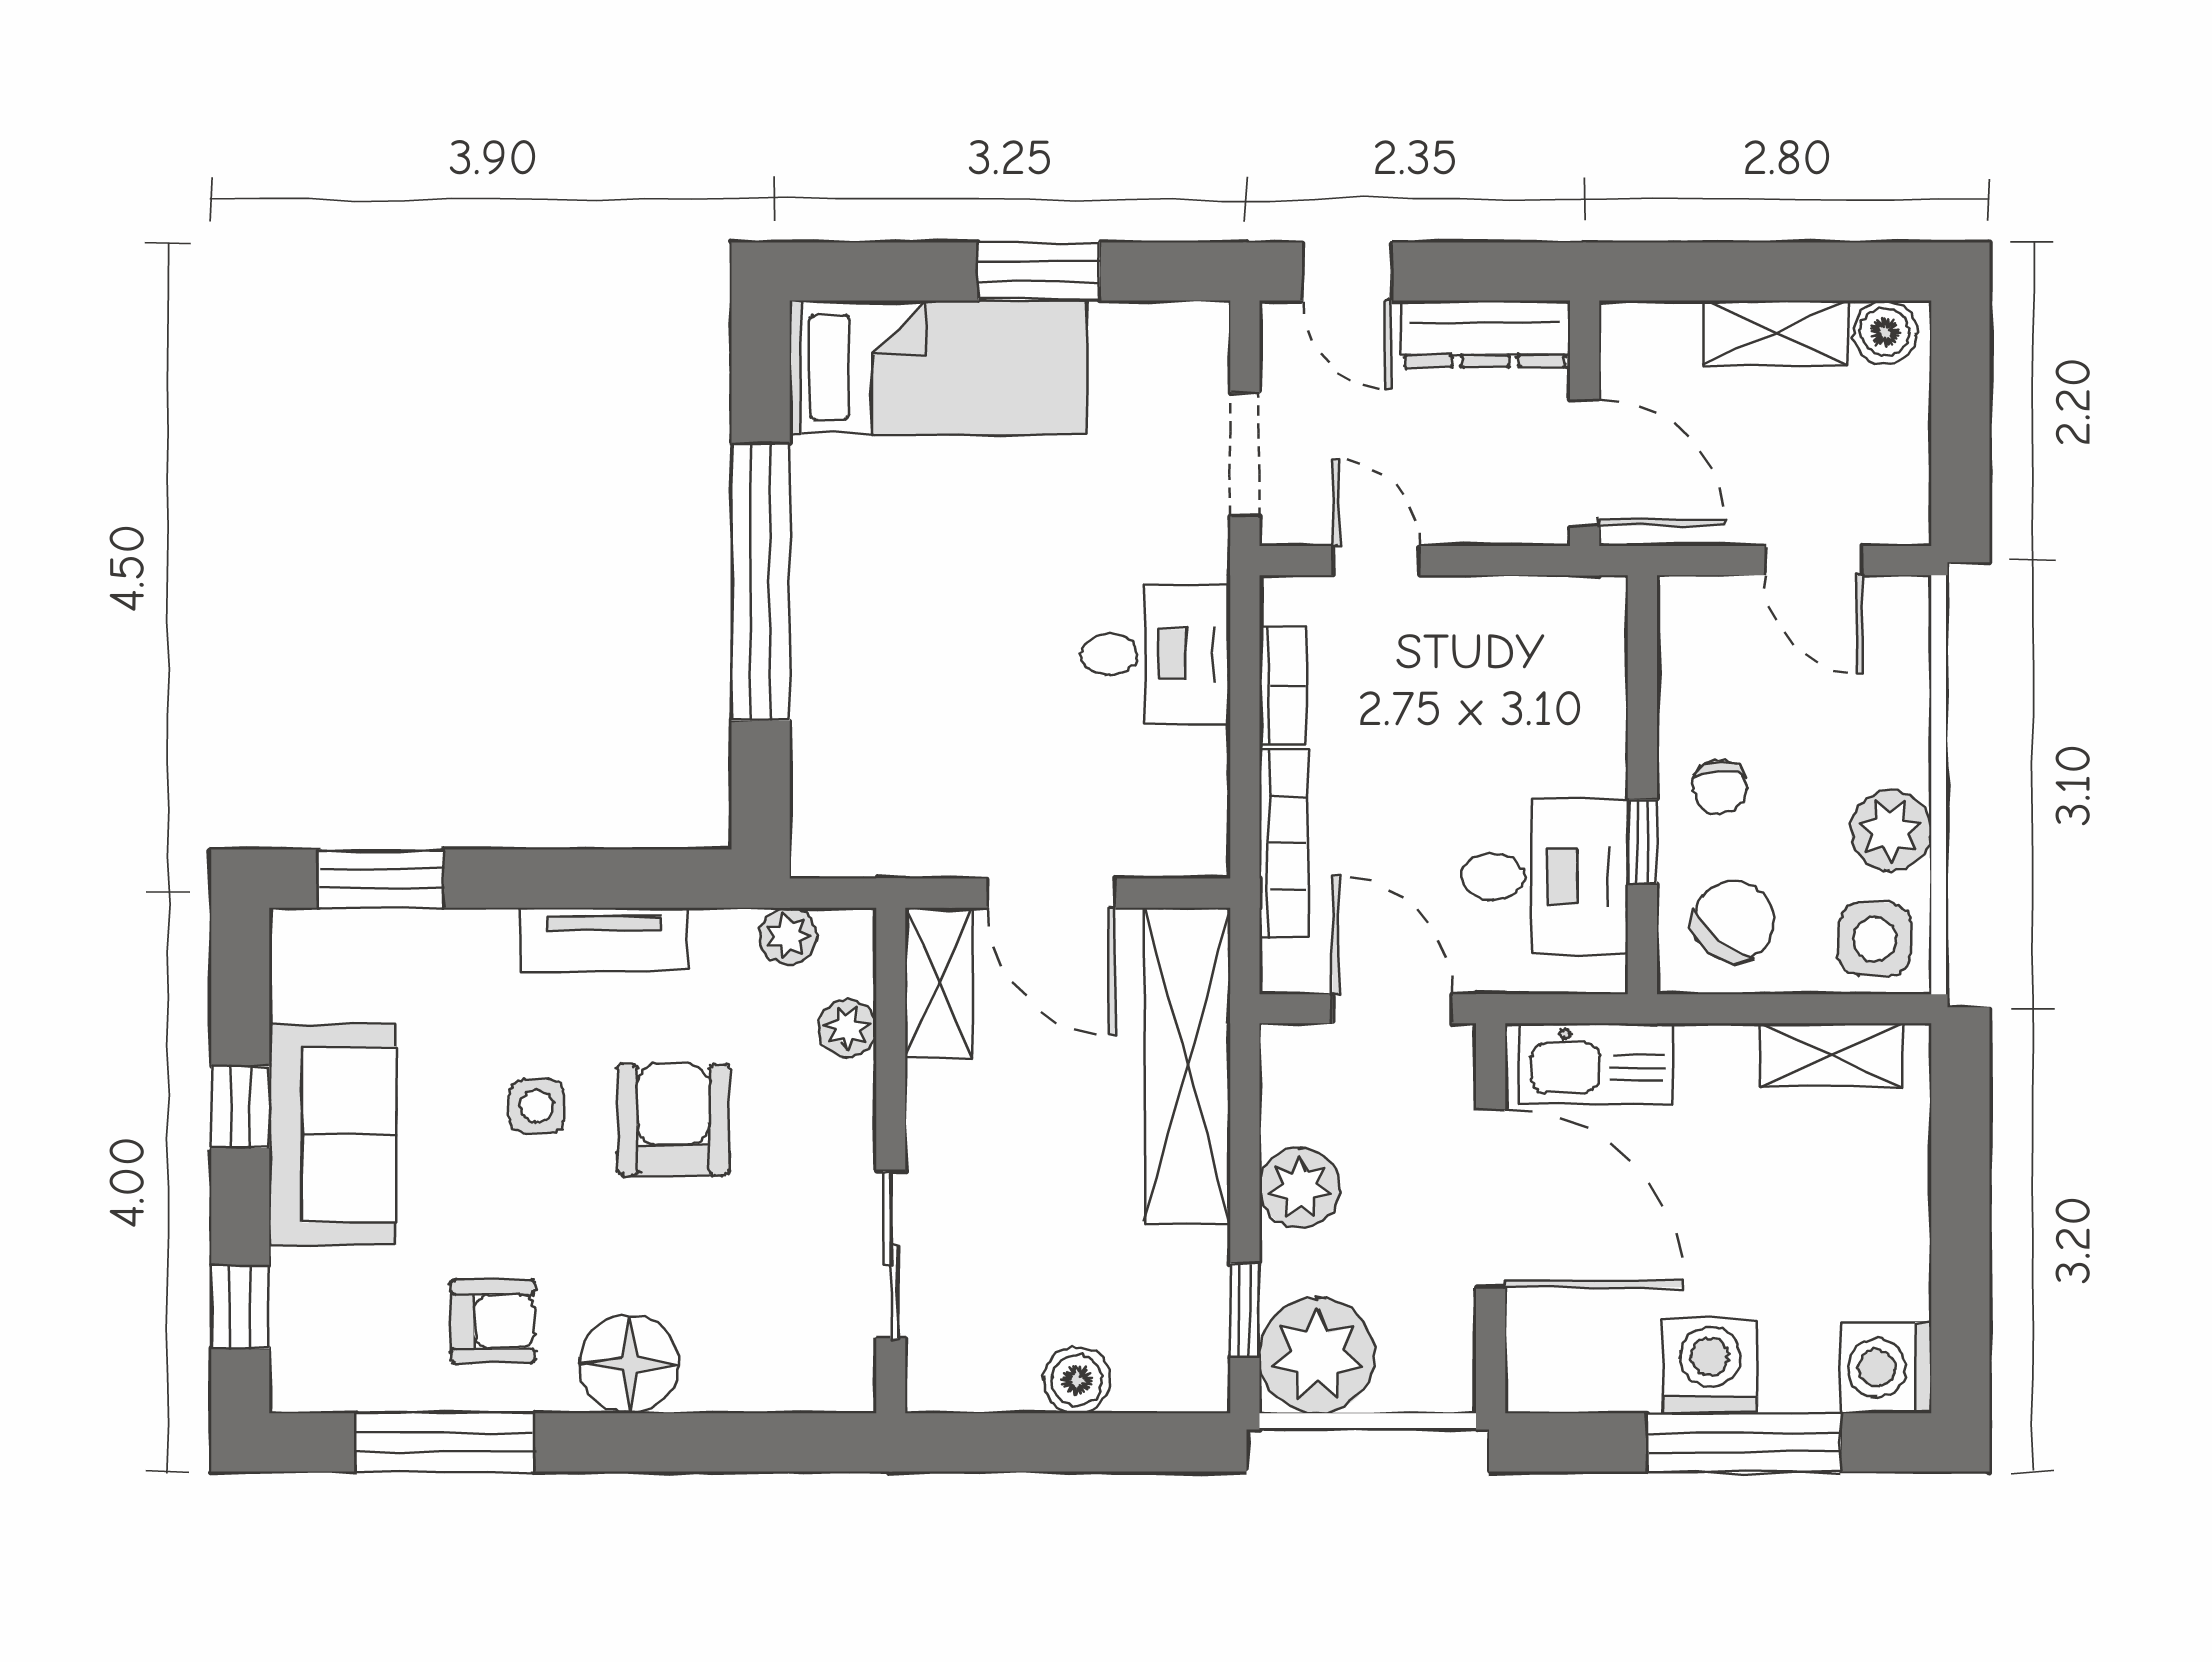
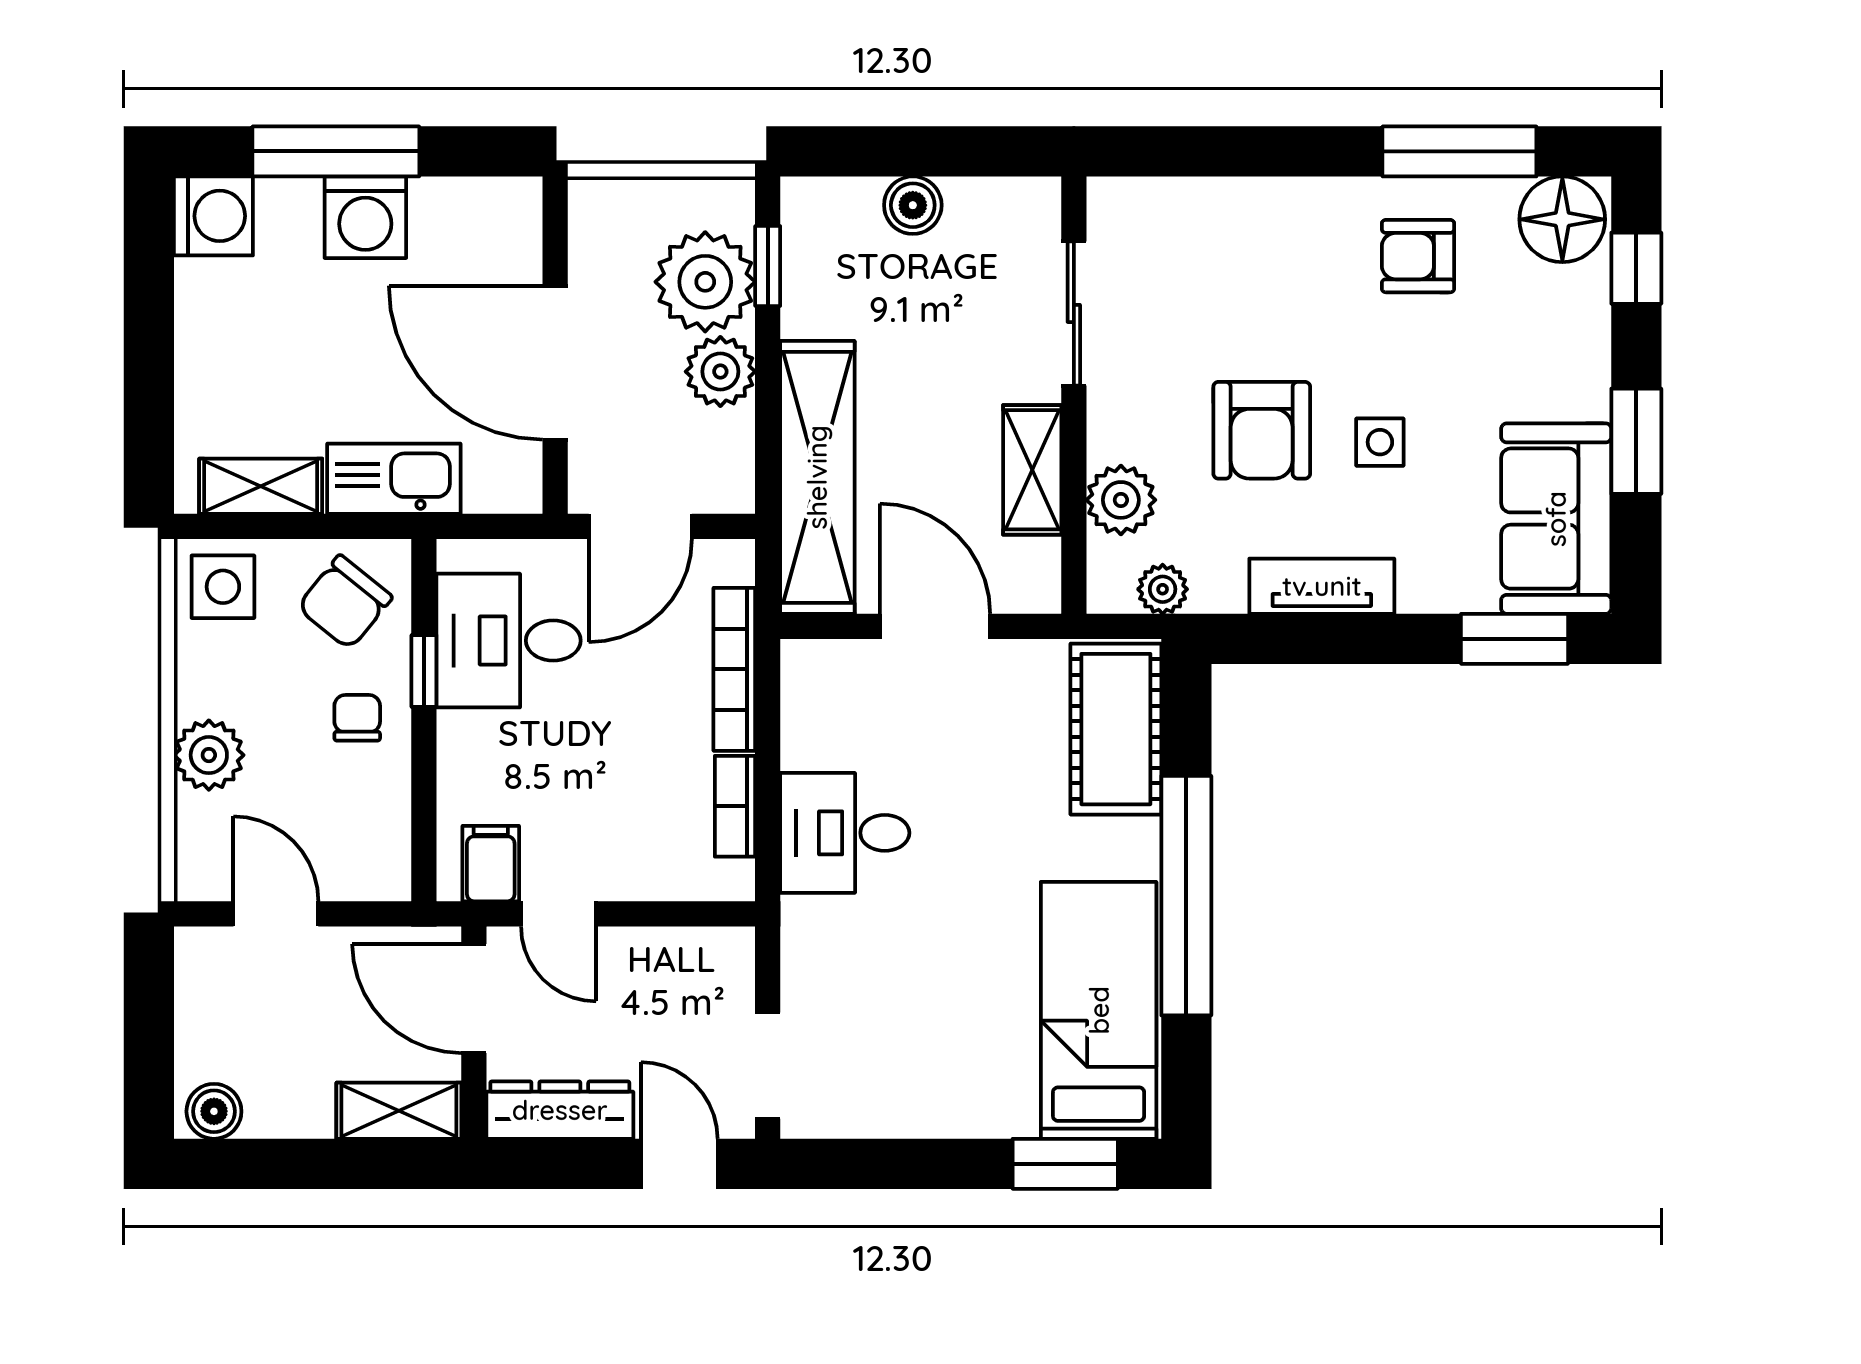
window: (1039, 272) -> (1065, 1164), moved
shelving: (1775, 333) -> (399, 1111), moved
bed: (938, 367) -> (1099, 1010), moved, turned 90
doorway: (1245, 455) -> (768, 1066), moved
door: (1377, 561) -> (559, 914), moved
filing cabinet: (1565, 619) -> (491, 864), added
cot: (842, 774) -> (1116, 729), added
plant: (1891, 831) -> (209, 755), moved
shelving: (939, 982) -> (1032, 470), moved
door: (1392, 1009) -> (640, 526), hinge flipped
plant: (847, 1028) -> (1121, 500), width x1.38, depth x1.38
kitchen sink: (1596, 1064) -> (394, 479), moved
window: (240, 1107) -> (1636, 441), width x1.50
sofa: (333, 1135) -> (1556, 519), moved
plant: (1317, 1356) -> (705, 282), moved
floor lamp: (629, 1364) -> (1562, 219), moved

